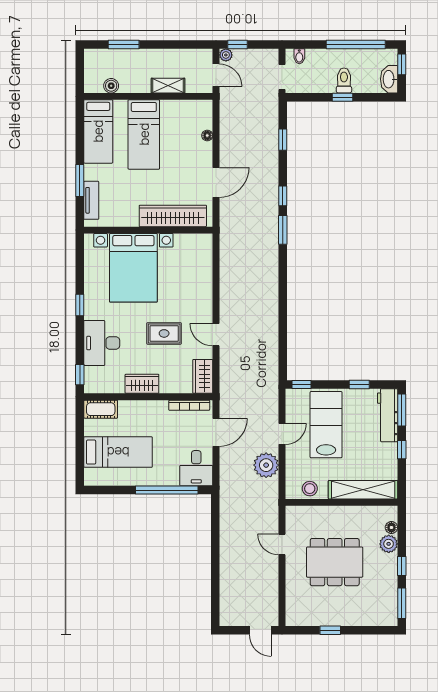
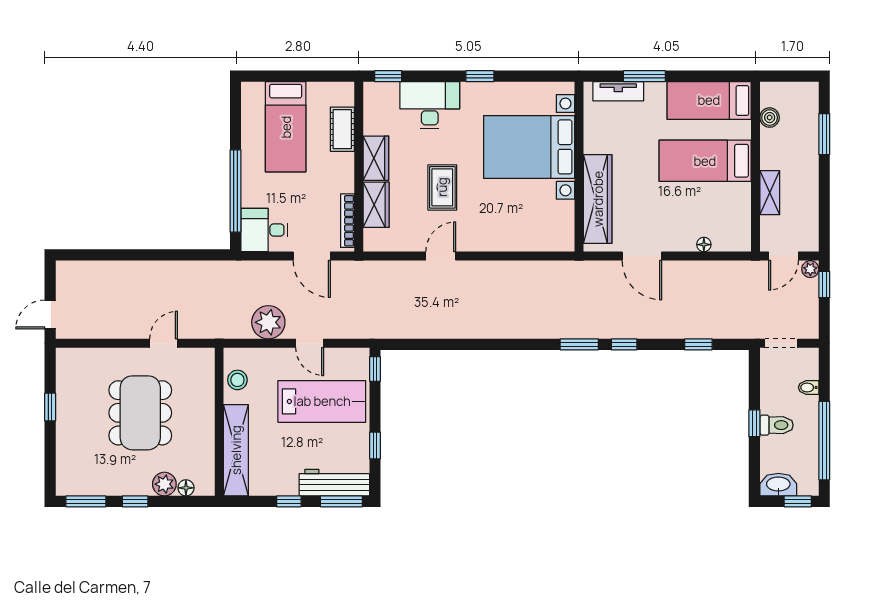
bidet: (299, 56) -> (809, 387), moved
wardrobe: (203, 376) -> (376, 205), moved, turned 90
cot: (101, 409) -> (342, 129), moved

